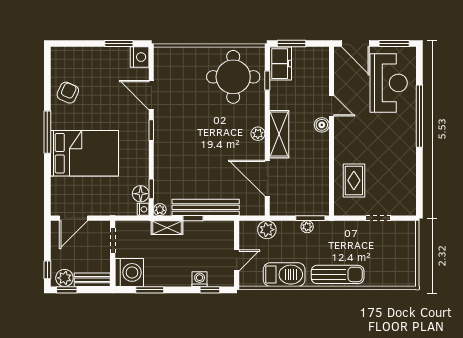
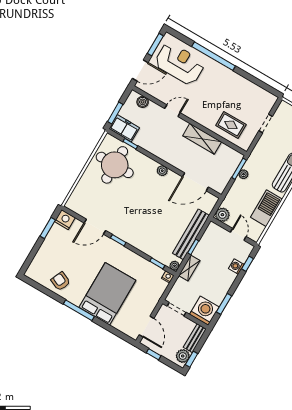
boiler: (322, 125) -> (143, 102), moved
shelving: (279, 134) -> (202, 139), moved
floor lamp: (141, 194) -> (156, 272), removed
plant: (267, 230) -> (222, 215), moved
window: (47, 270) -> (154, 354), moved

